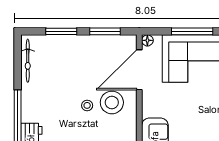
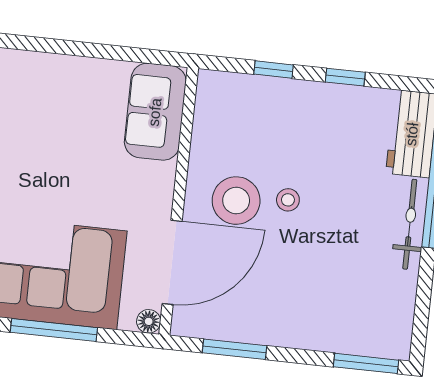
window: (61, 31) -> (366, 363), moved
bicycle: (28, 61) -> (410, 224), moved

